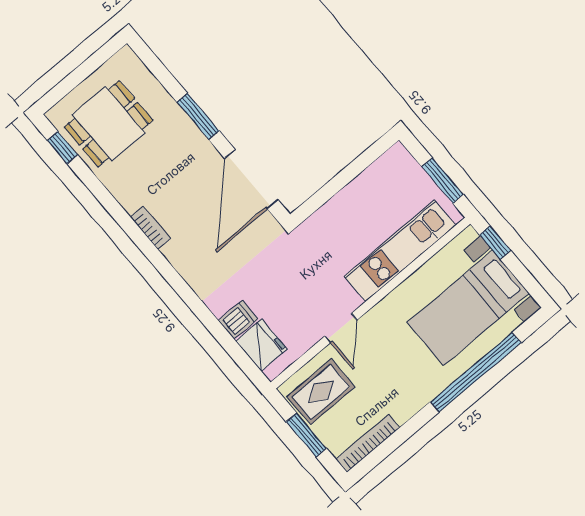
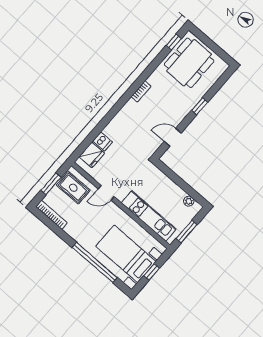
window: (198, 116) -> (200, 106), width x0.67
dining table: (109, 124) -> (189, 63), width x1.38
plant: (383, 167) -> (189, 201), added
door: (251, 179) -> (173, 137), width x0.53
window: (495, 243) -> (152, 272), moved

